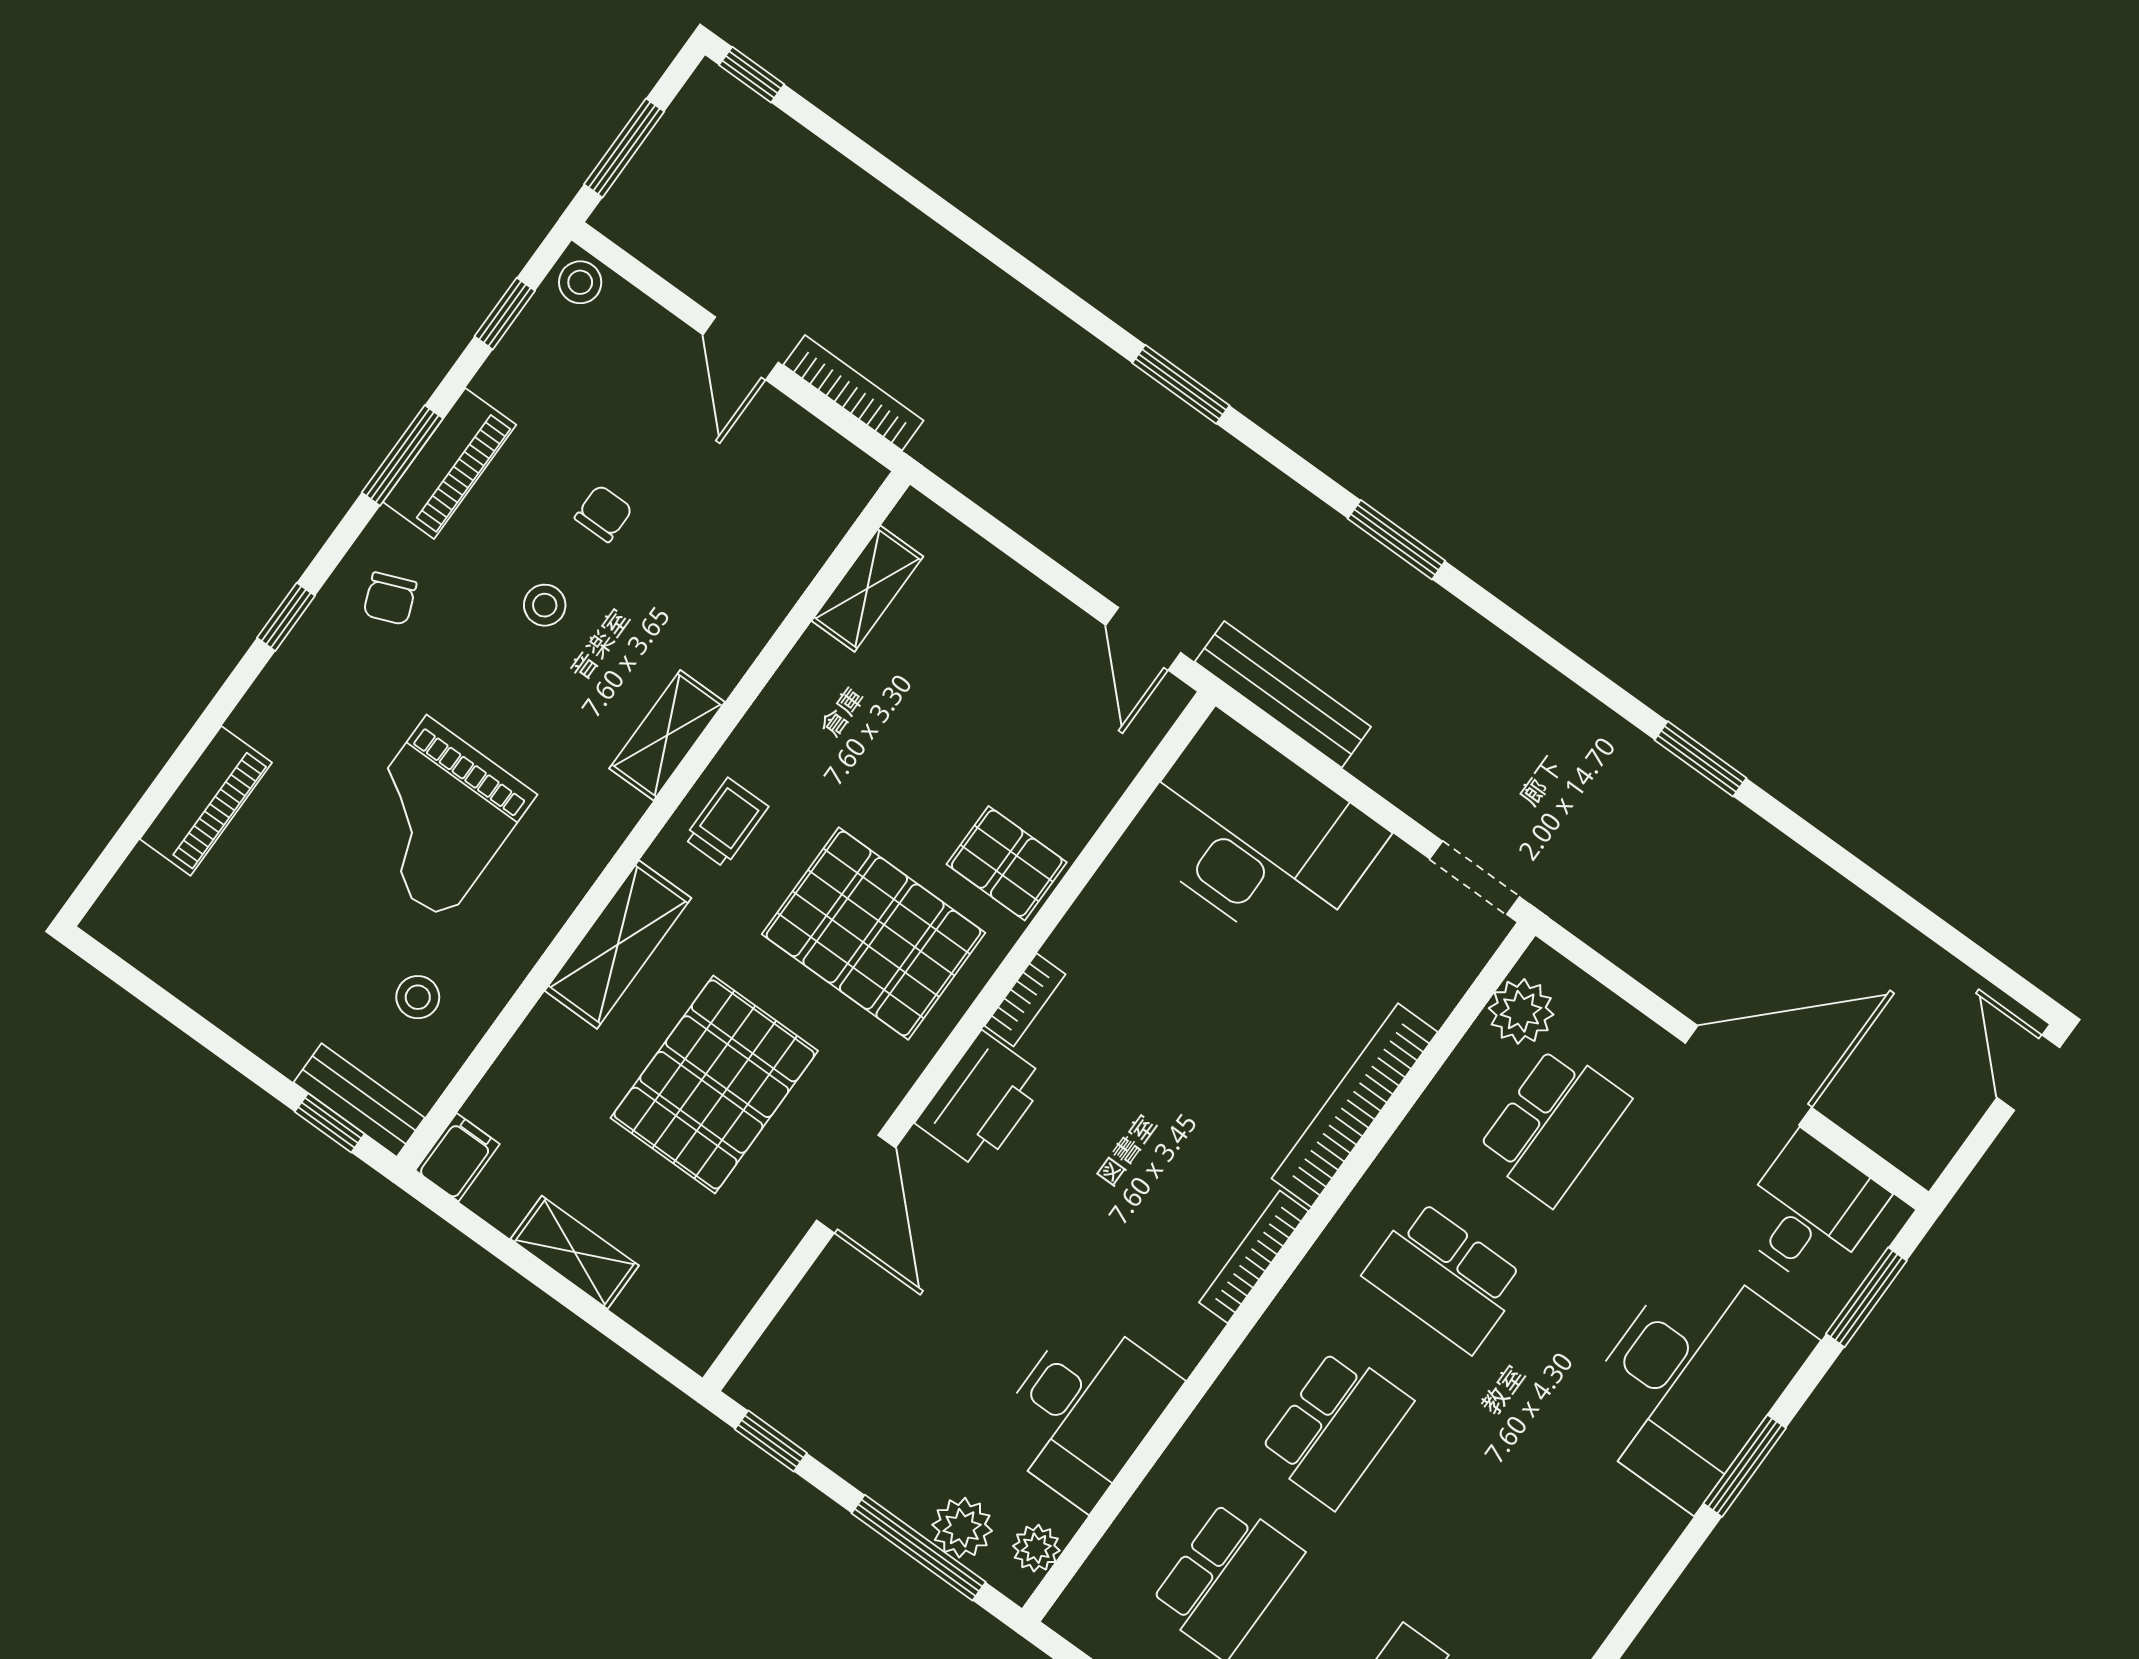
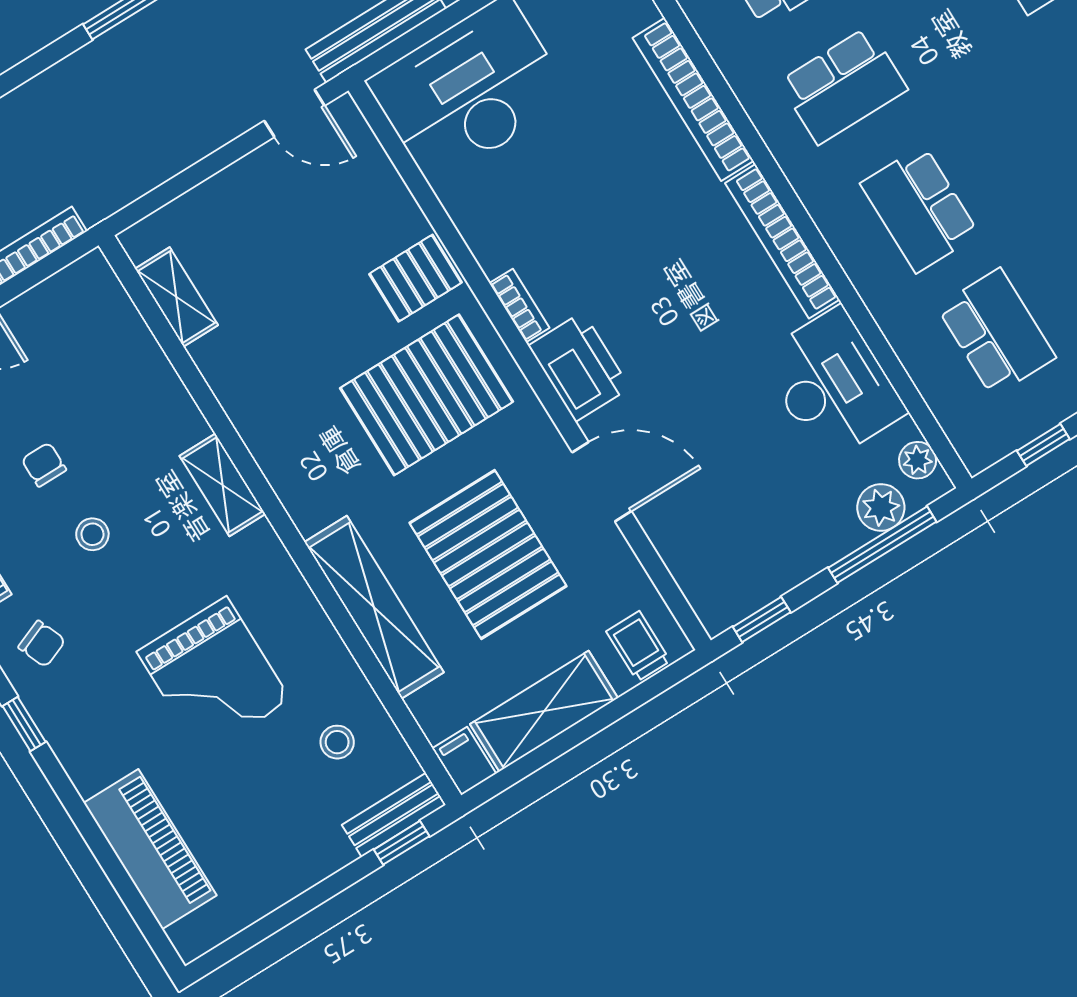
piano: (206, 801) -> (150, 849), width x1.37, depth x1.33
trolley: (726, 823) -> (638, 646), moved
shelving: (618, 944) -> (374, 607), width x1.47
shelving: (575, 1252) -> (544, 711), width x1.50, depth x1.33
bookcase: (1254, 1257) -> (782, 241), width x1.48, depth x1.31
school desk: (1336, 1428) -> (920, 209), turned 180

